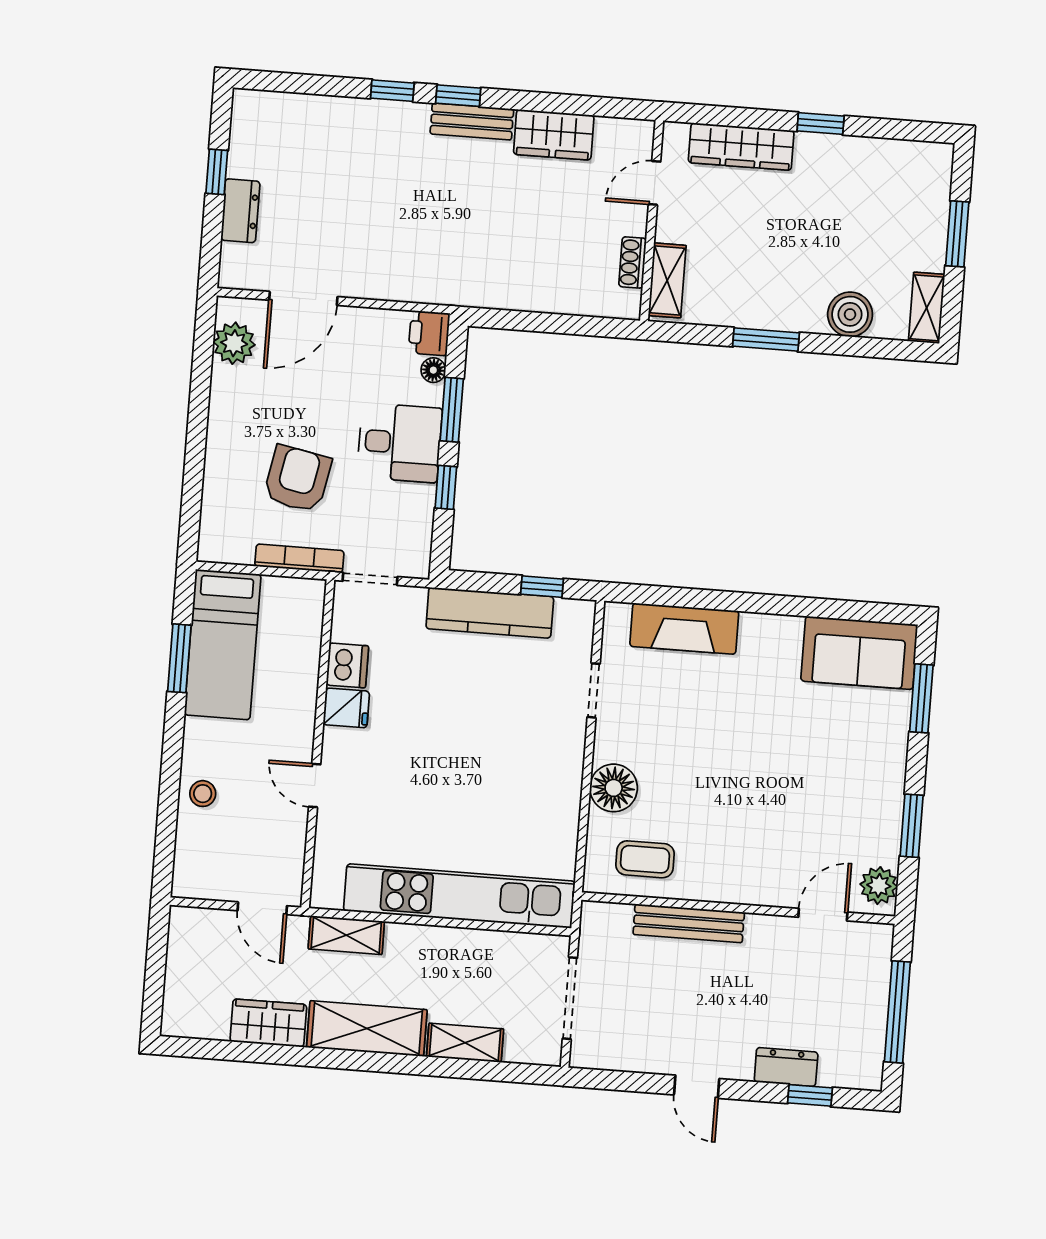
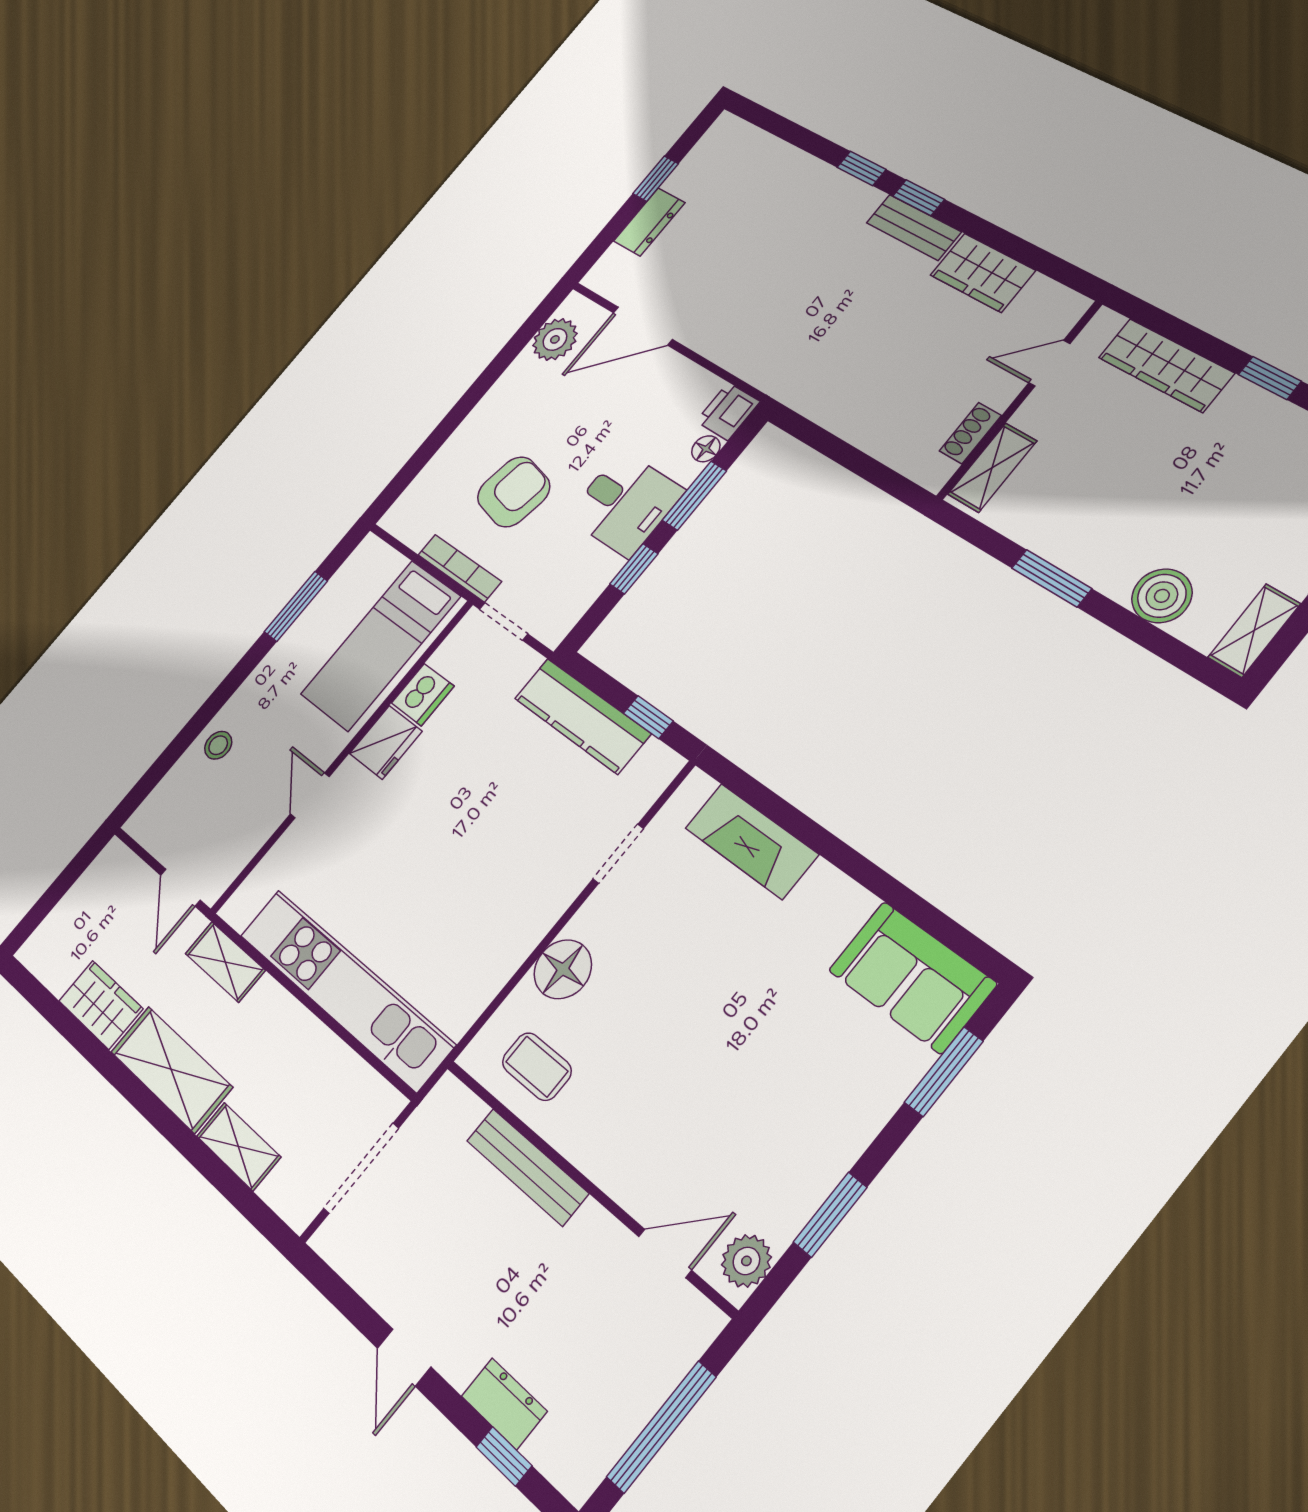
bed: (223, 645) -> (380, 645), moved
fridge: (346, 708) -> (386, 742), width x1.38

